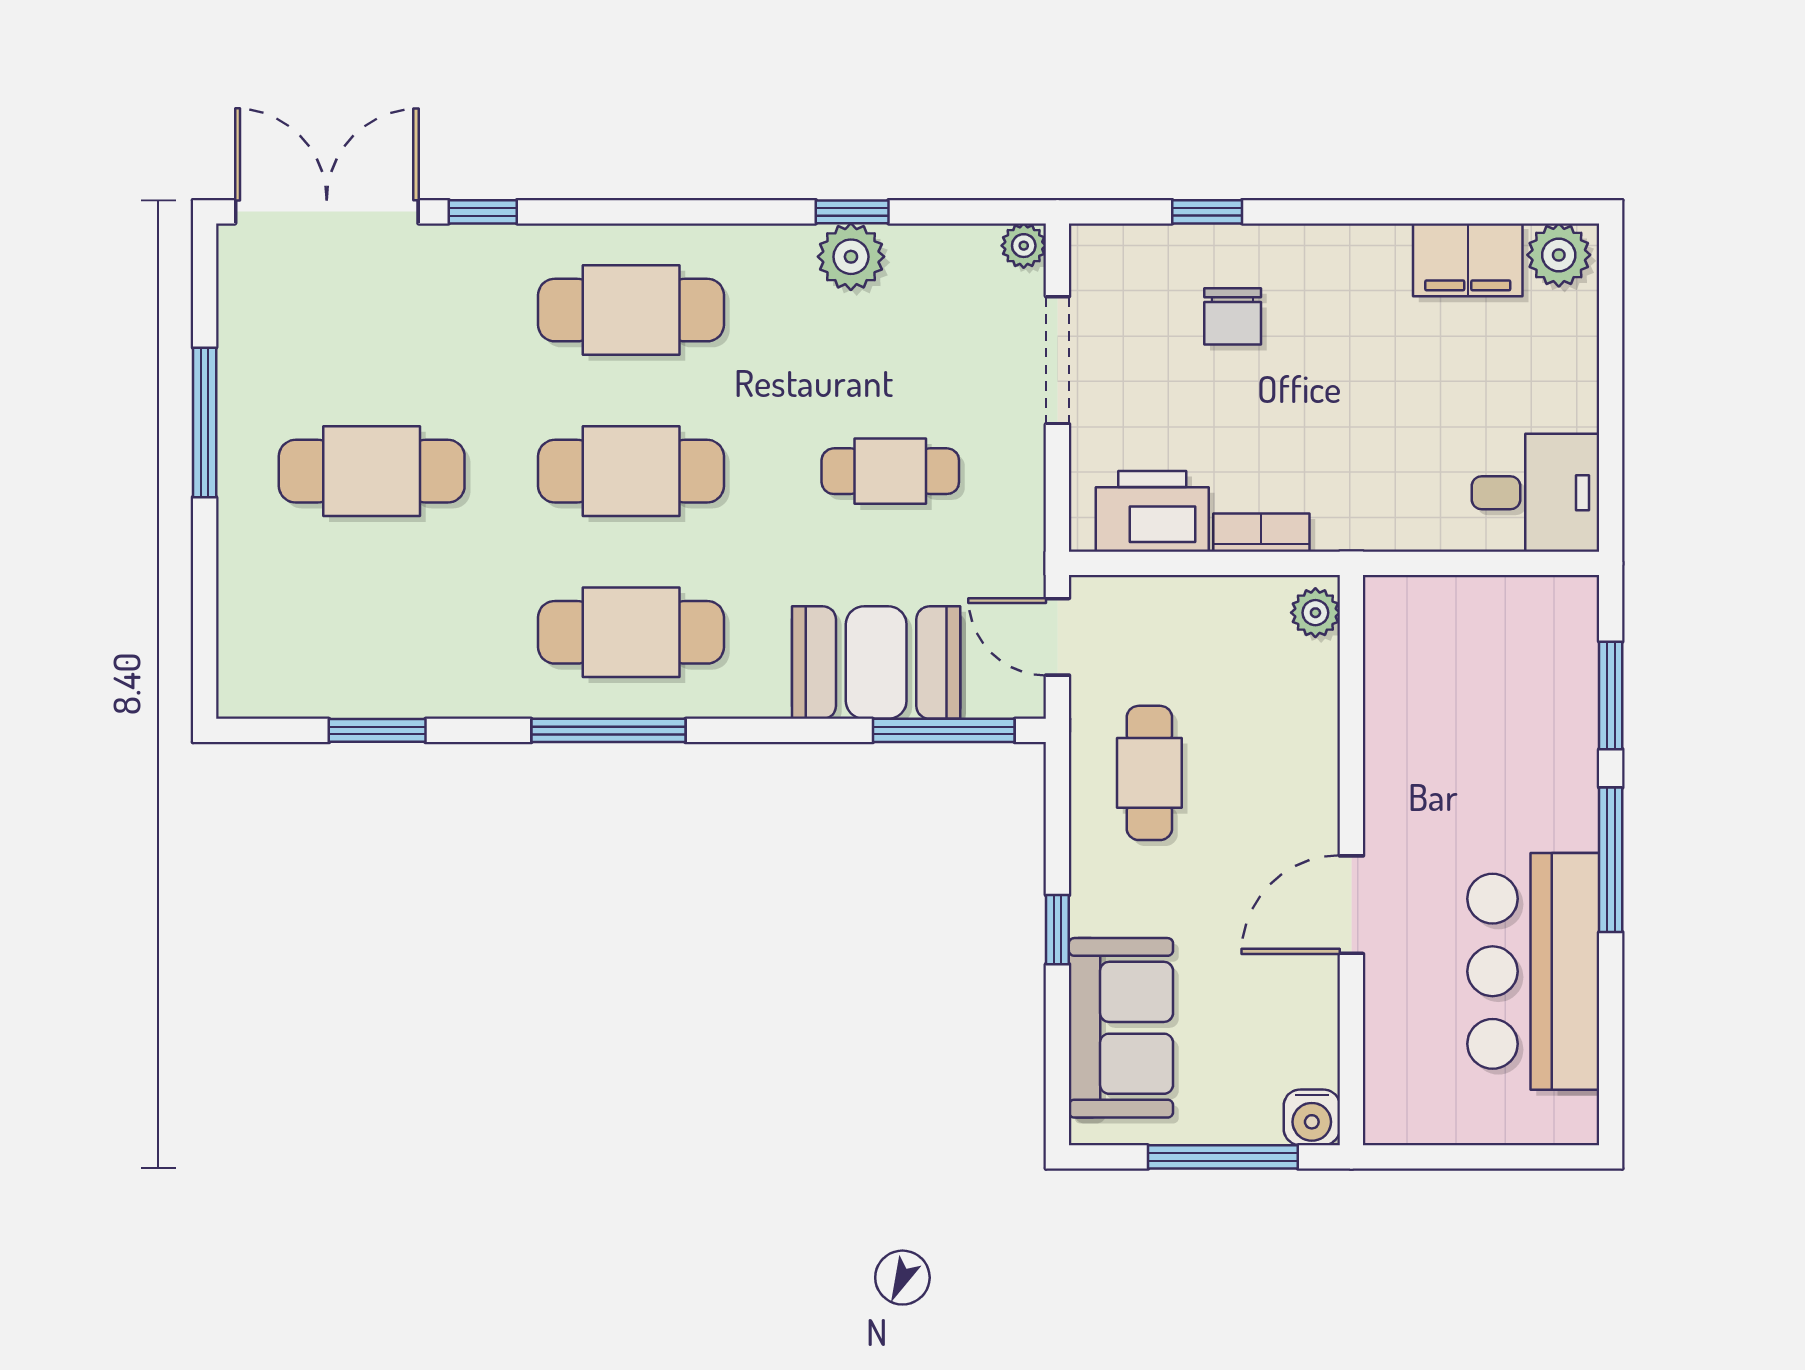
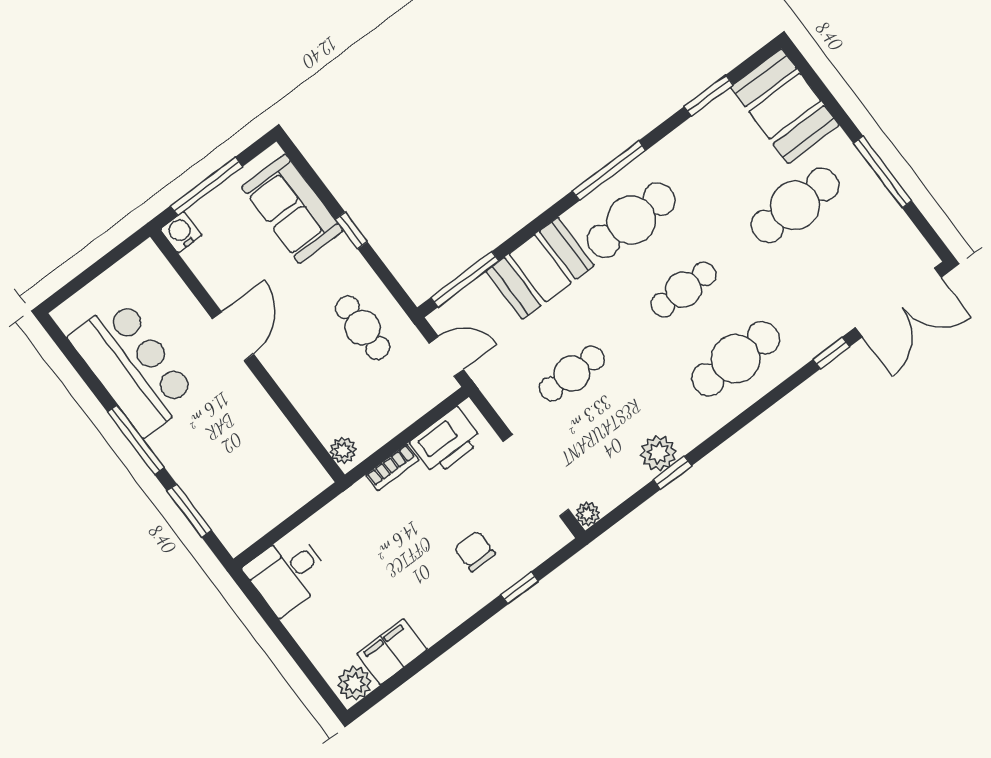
doorway: (1057, 360) -> (536, 475), width x1.36
cafe table: (631, 471) -> (683, 289), width x0.73, depth x0.74
booth: (276, 630) -> (785, 106), added
booth: (876, 663) -> (540, 268), moved

